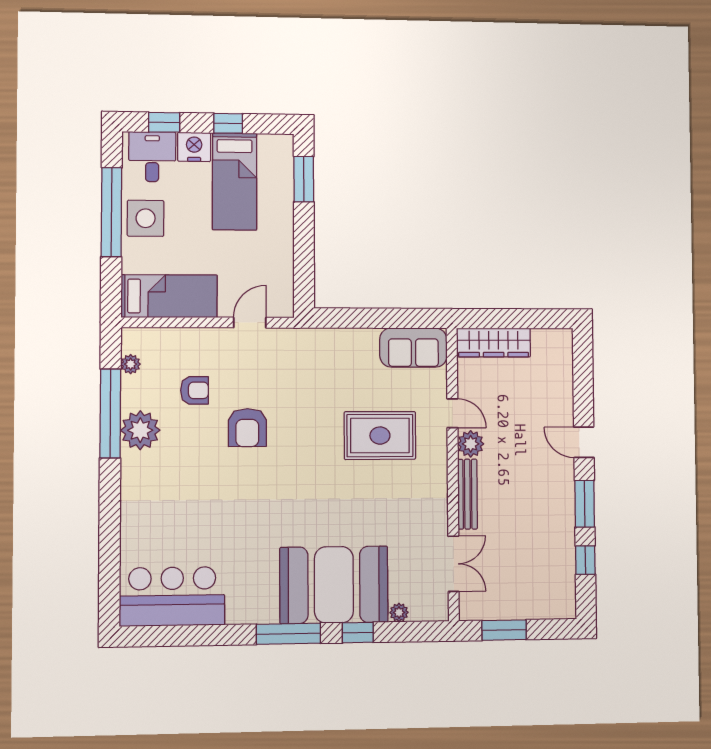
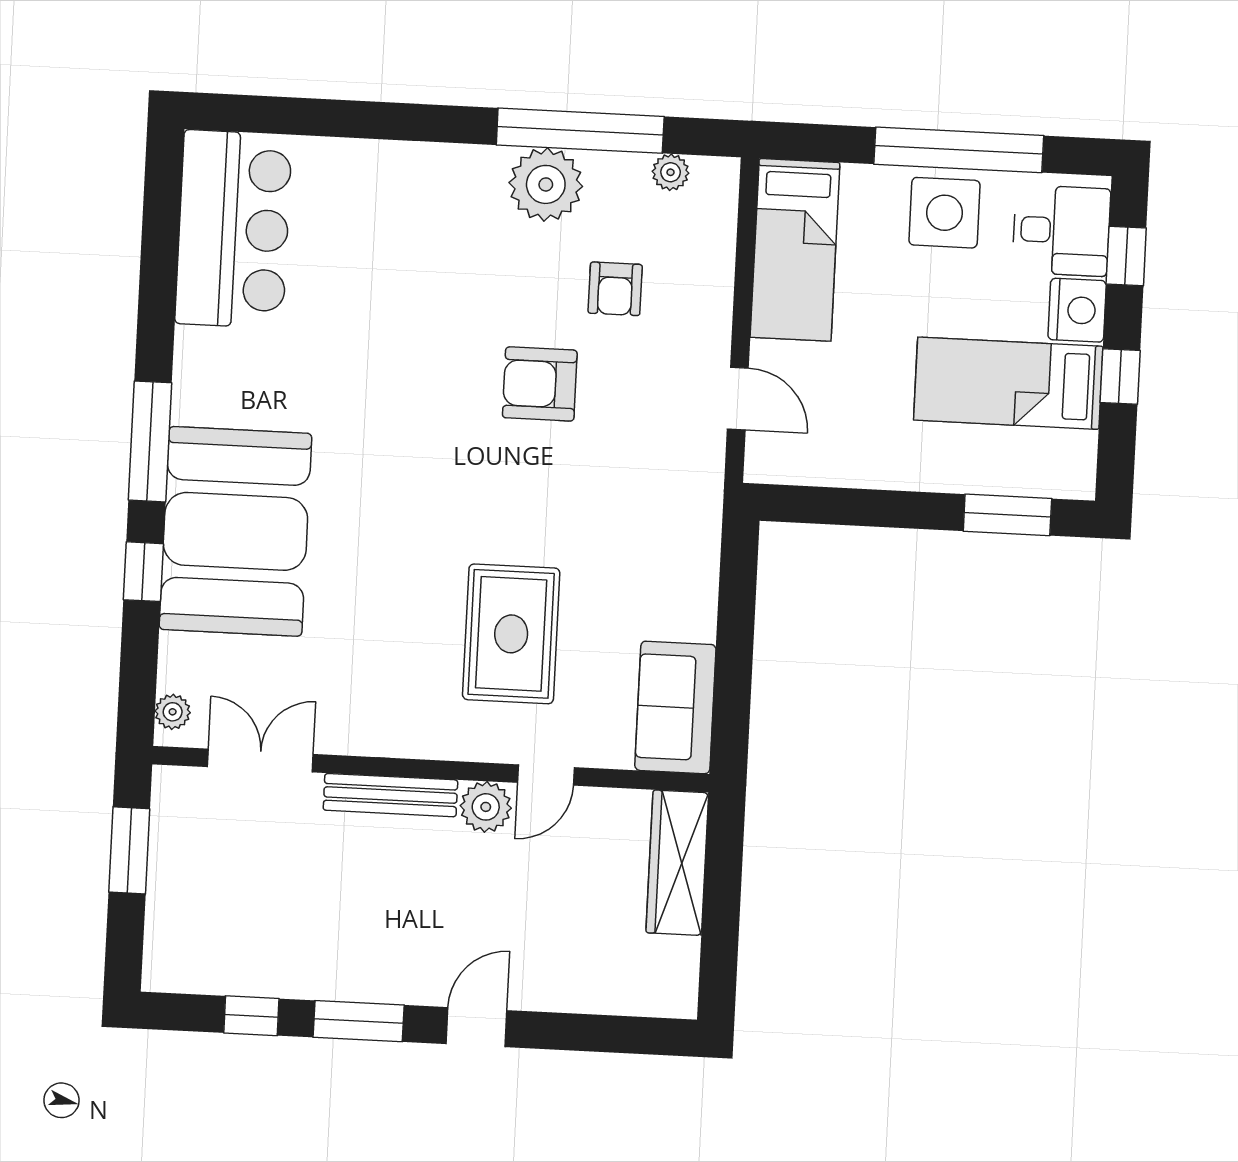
double door: (453, 564) -> (260, 761), swing flipped
plant: (399, 612) -> (173, 712), moved

